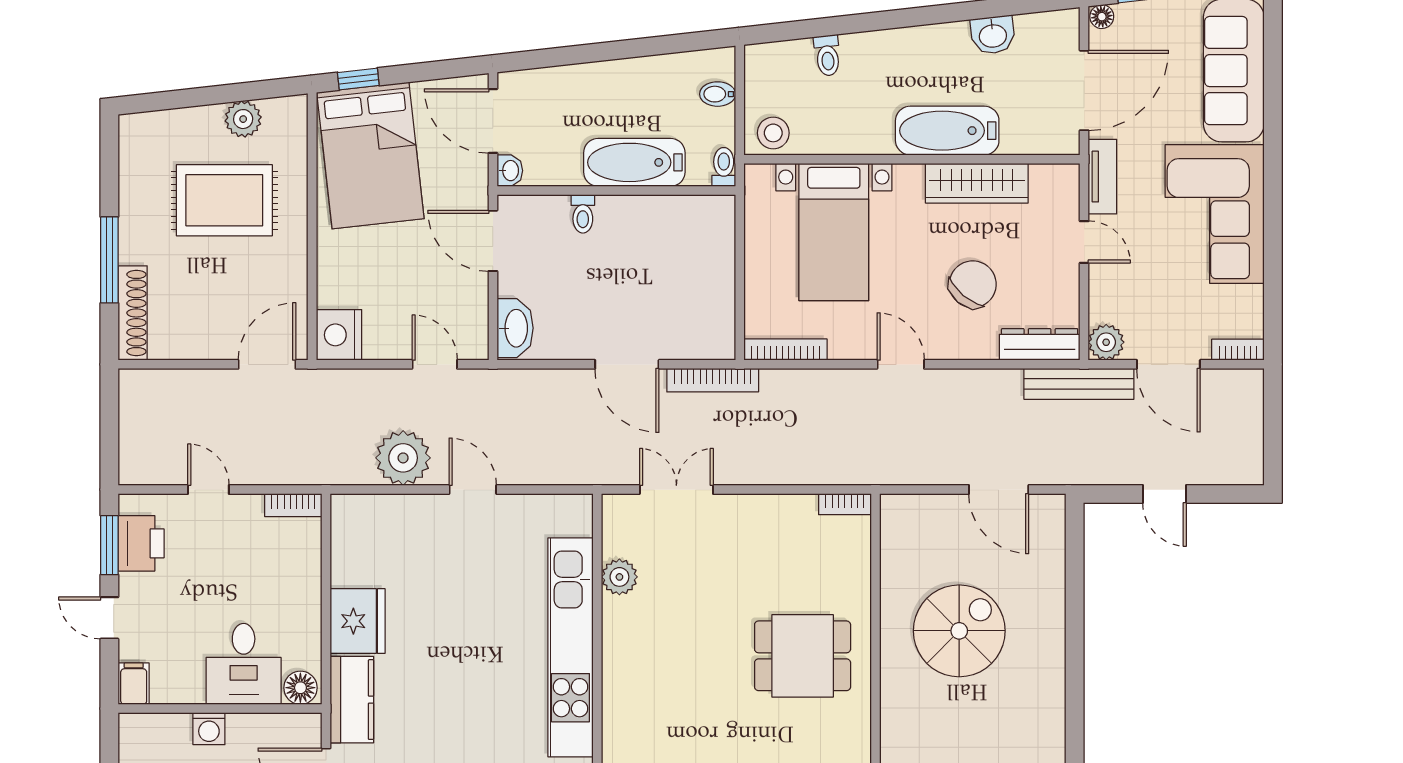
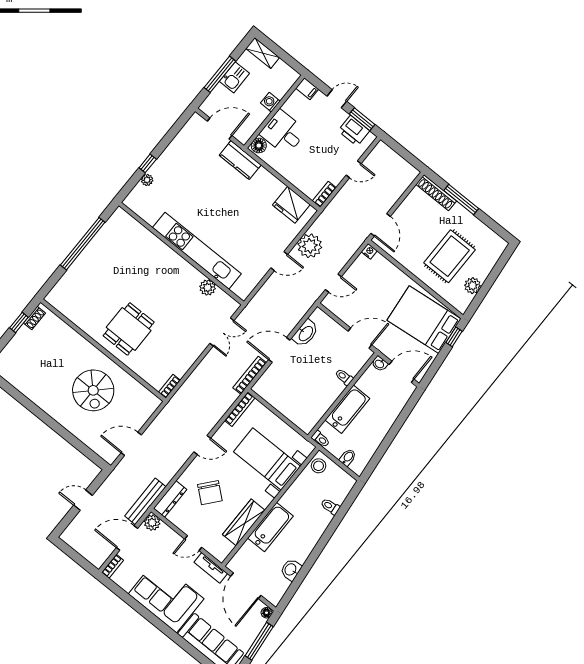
washbasin: (515, 328) -> (306, 333), moved, turned -90
nightstand: (339, 335) -> (369, 251), width x0.53, depth x0.56
fridge: (358, 621) -> (291, 205), moved

